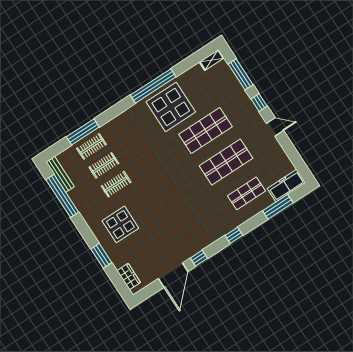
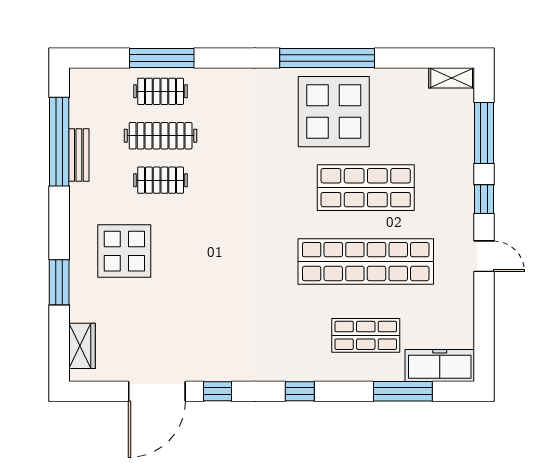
shop shelf: (226, 162) -> (366, 262), width x1.40
clothes rail: (104, 165) -> (161, 136), width x1.36
bench: (60, 174) -> (79, 155), moved, width x0.73

